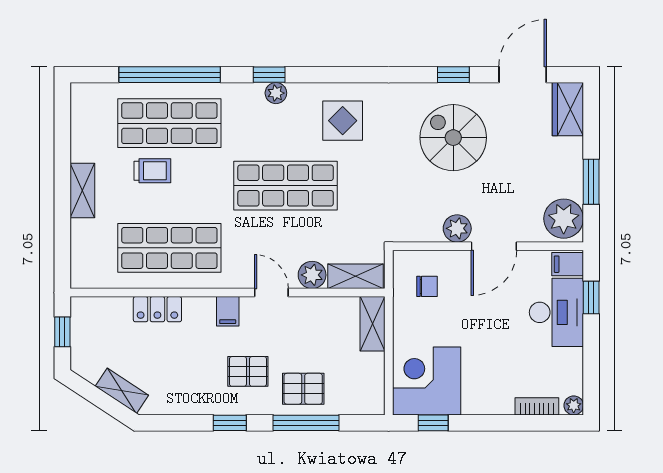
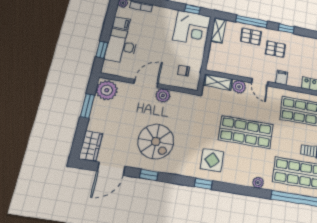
window: (269, 75) -> (203, 184), moved
plant: (276, 93) -> (258, 183), moved
filing cabinet: (568, 264) -> (121, 23), moved
shelving: (372, 324) -> (218, 30), moved

